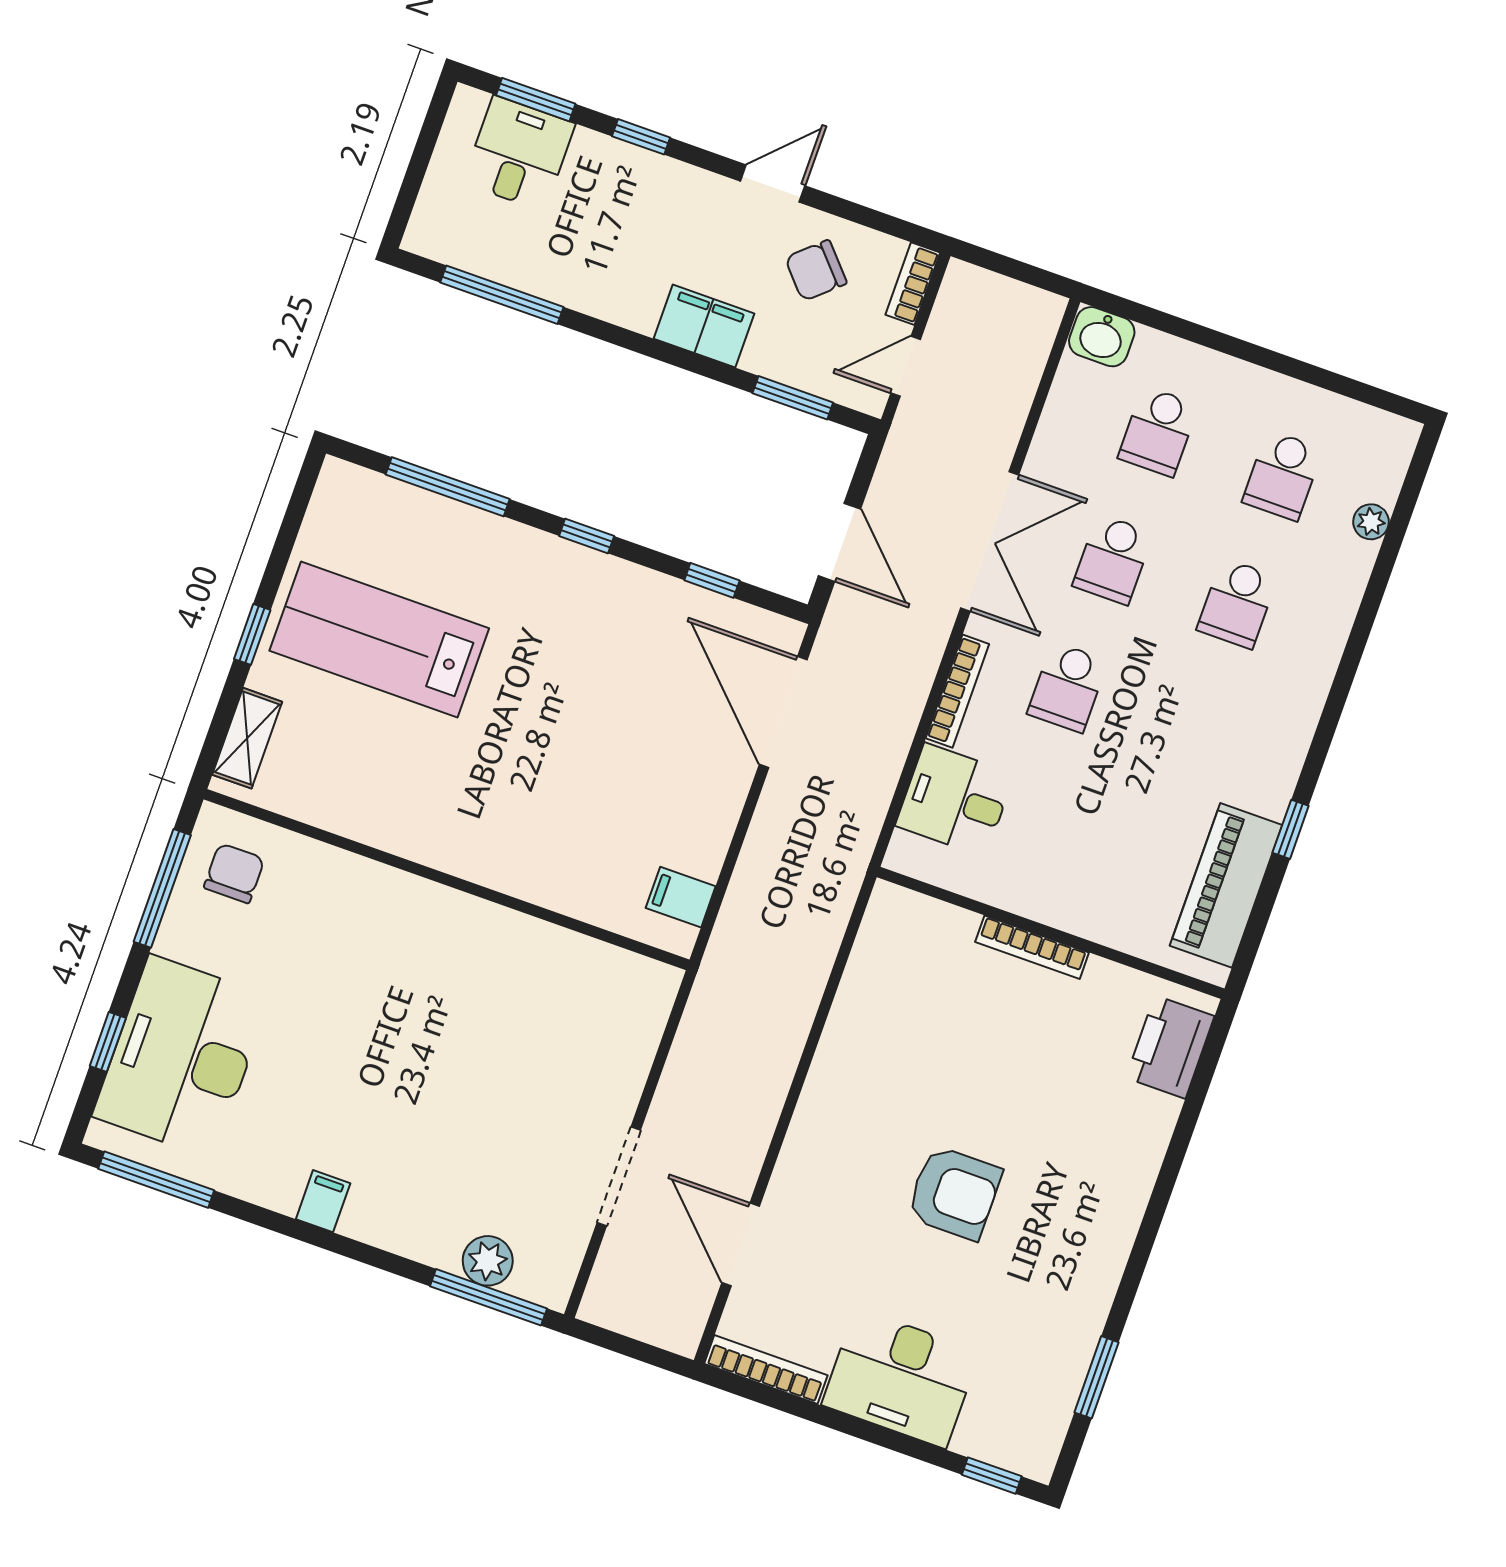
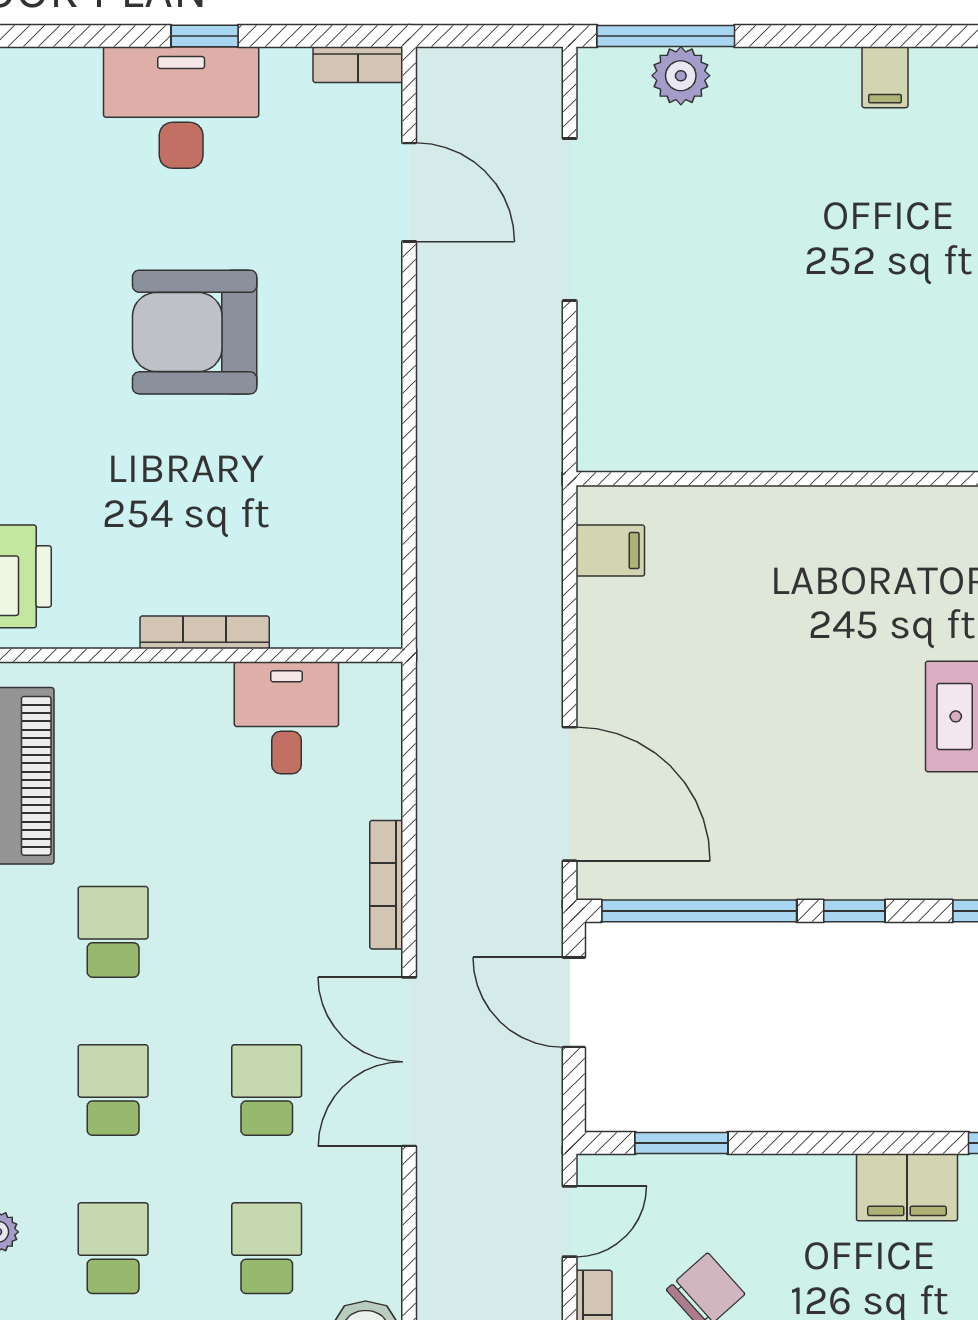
filing cabinet: (704, 326) -> (907, 1187), moved
window: (712, 580) -> (699, 911), width x3.17
school desk: (1068, 687) -> (113, 932), moved
desk: (955, 800) -> (286, 718), moved, turned -90
doorway: (619, 1176) -> (570, 220), width x1.36
armchair: (954, 1193) -> (195, 332), width x1.36, depth x1.36
bookcase: (766, 1369) -> (358, 65), width x0.64
window: (992, 1476) -> (205, 36), moved

